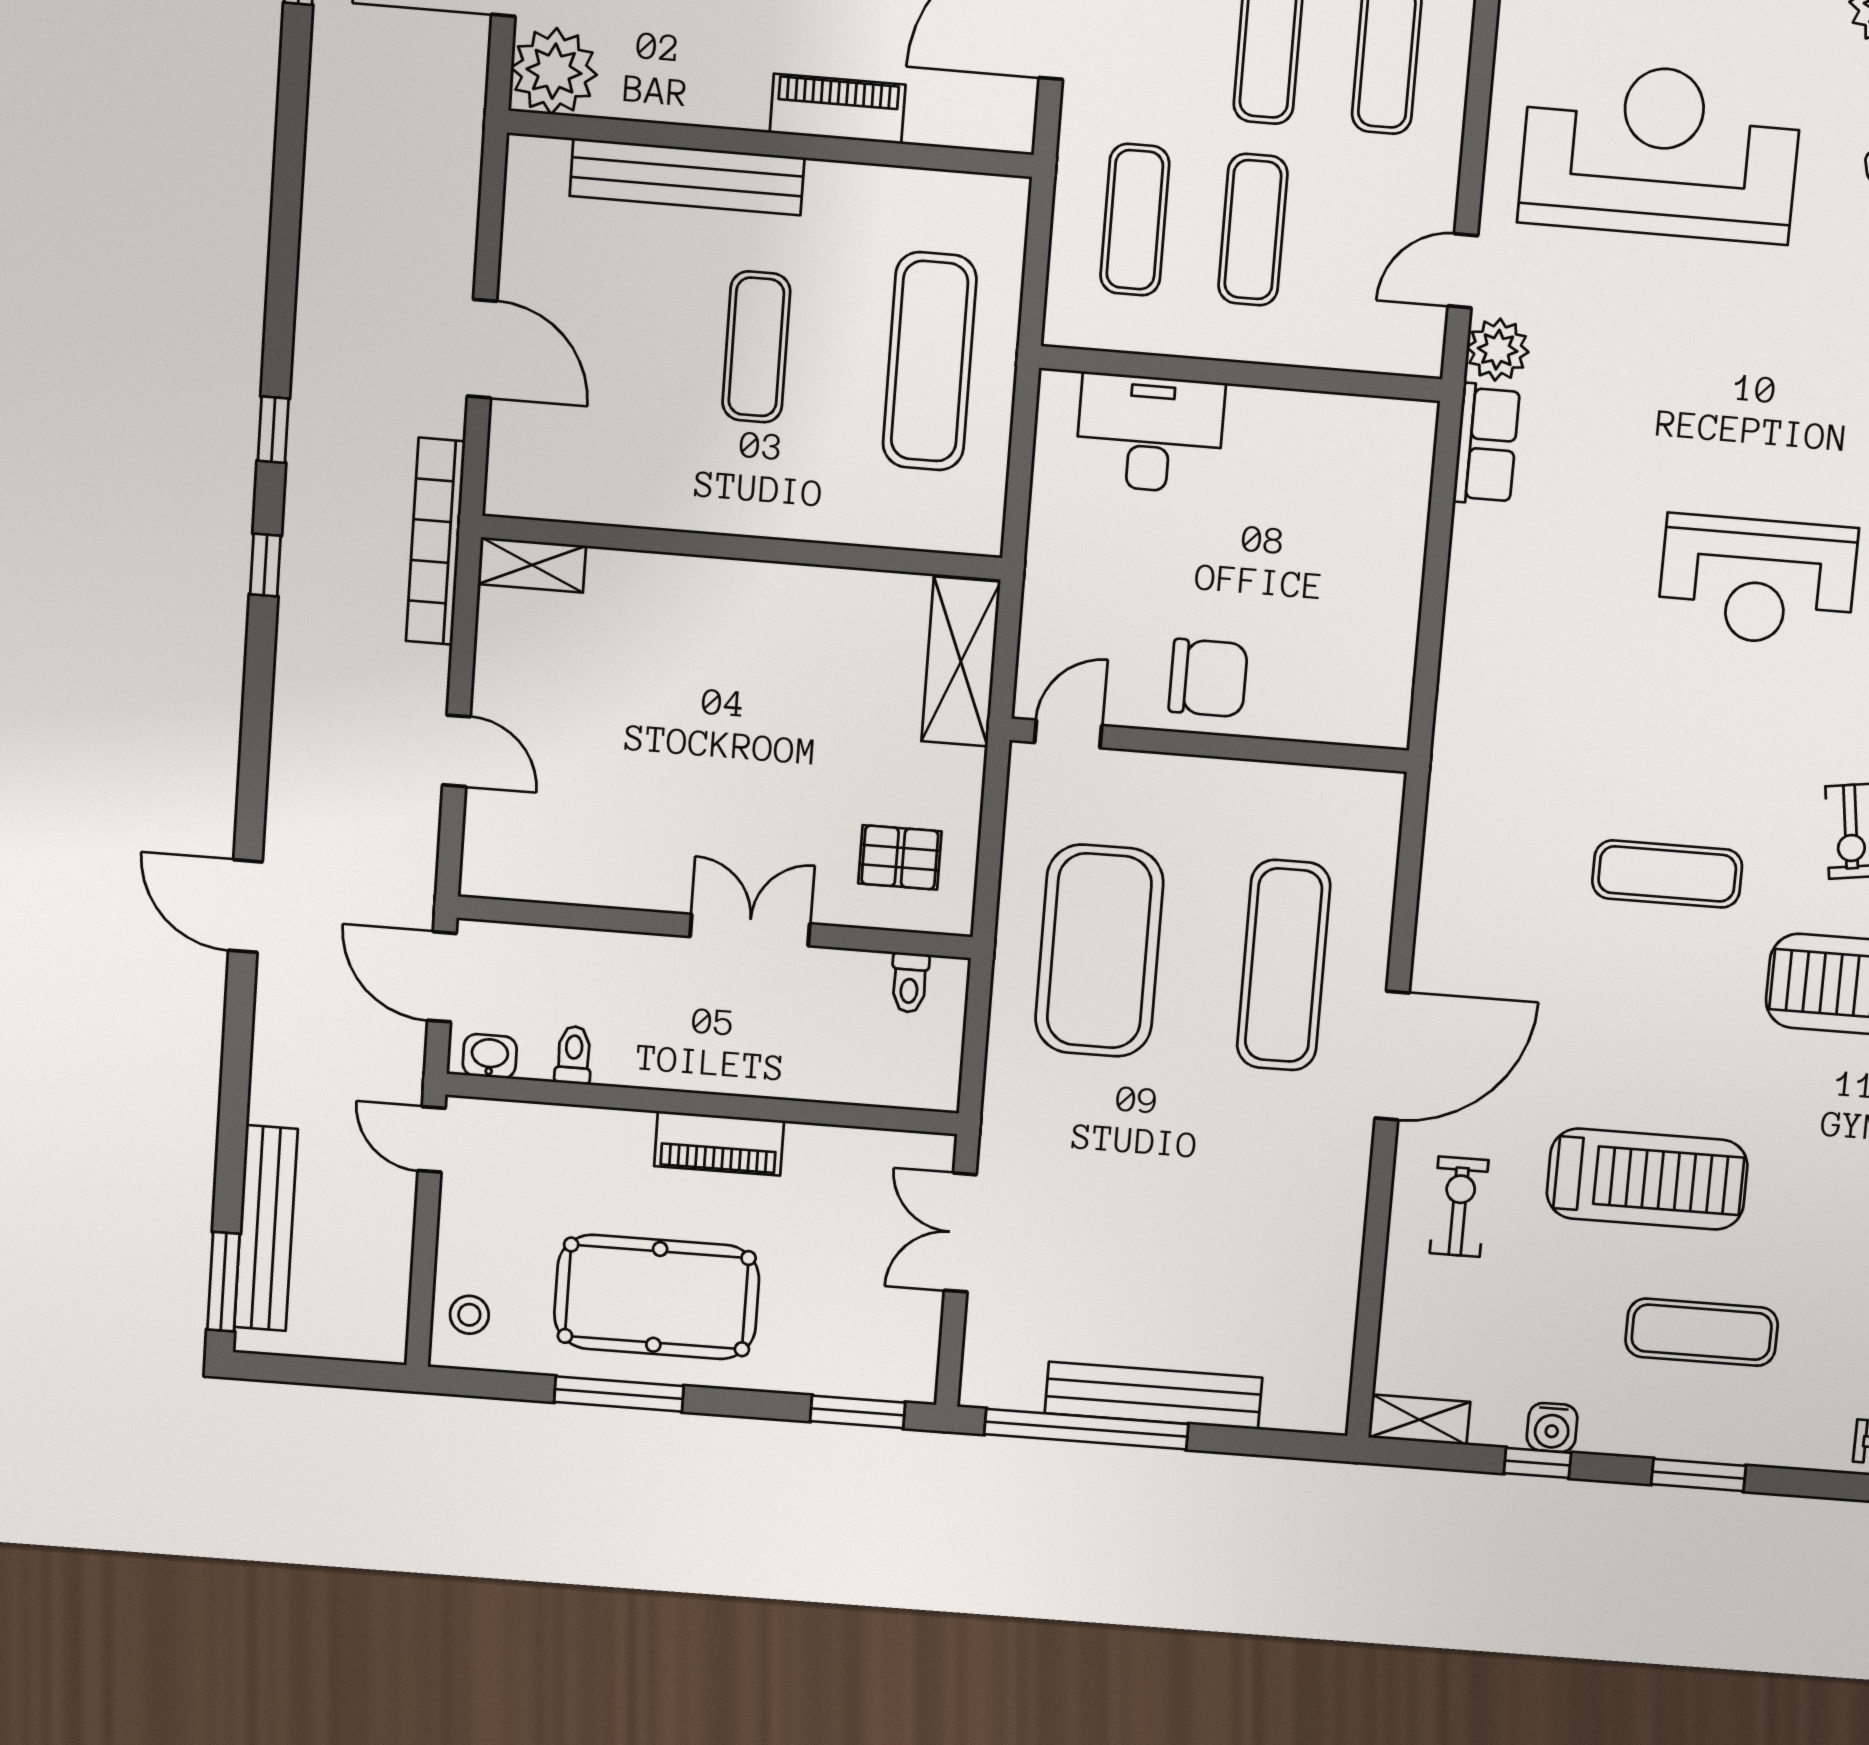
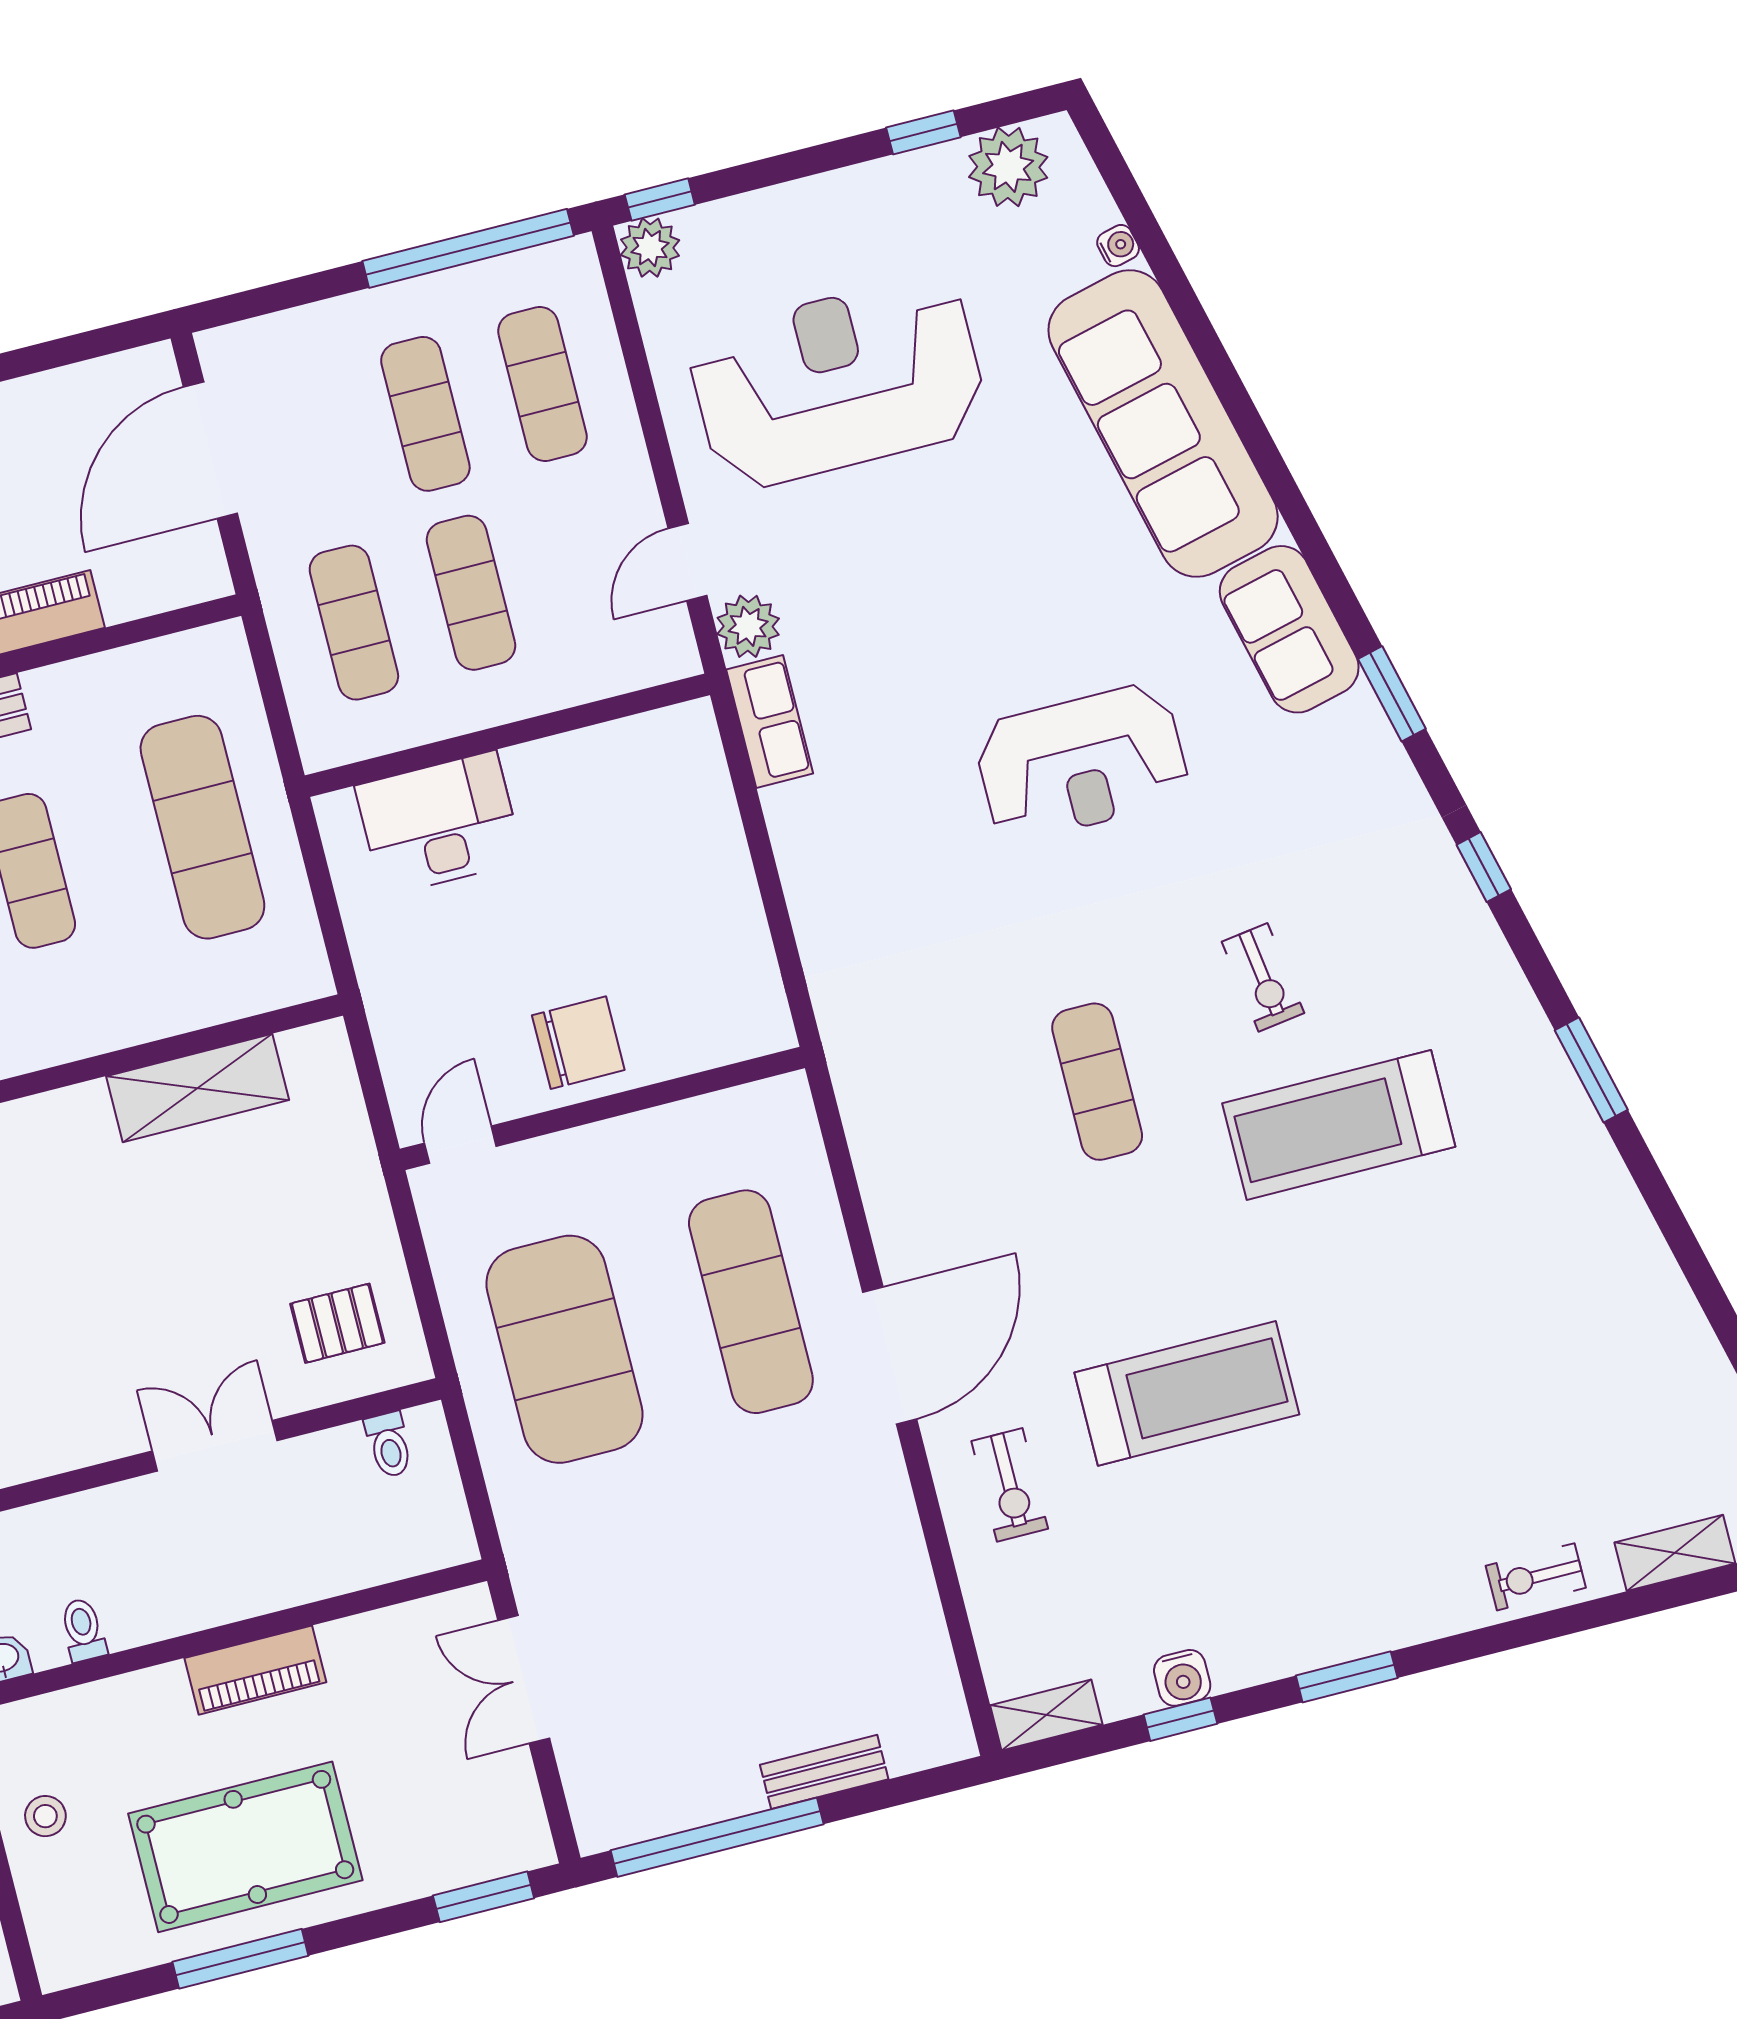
shelving: (961, 662) -> (198, 1088), moved, turned 90
exercise mat: (1667, 874) -> (1097, 1082), turned 90
exercise bike: (1459, 1207) -> (1010, 1485), turned 180
stool: (469, 1315) -> (45, 1816), moved
exercise mat: (1702, 1332) -> (1297, 1530), removed
bench: (1154, 1395) -> (824, 1772), width x0.54, depth x0.82

